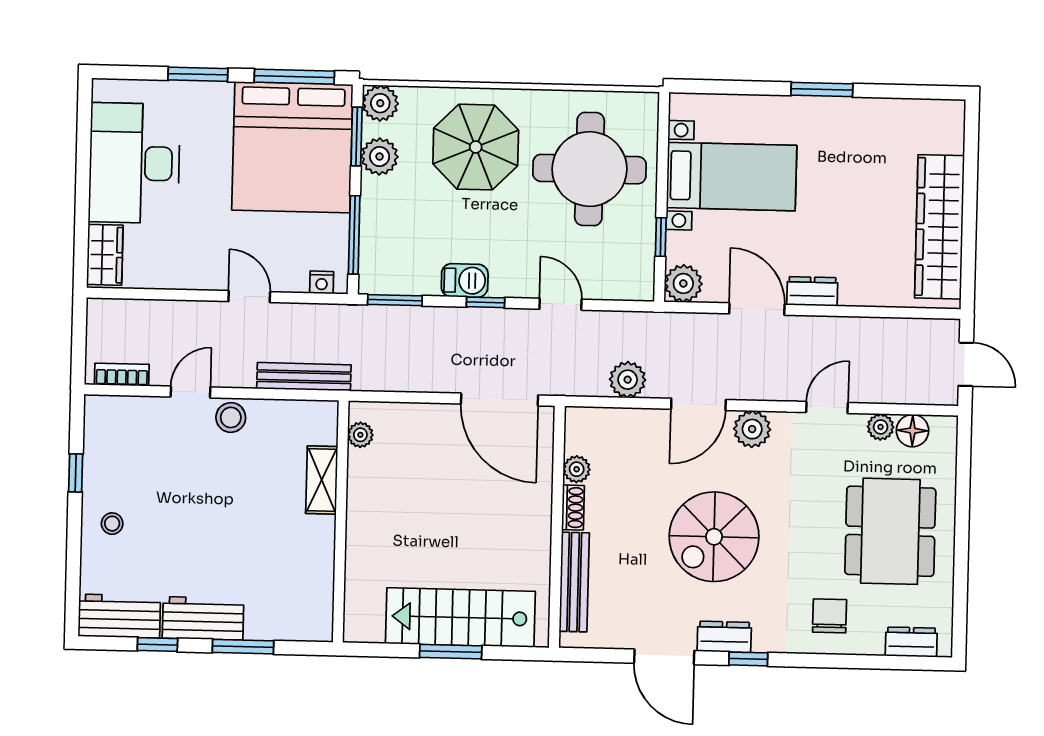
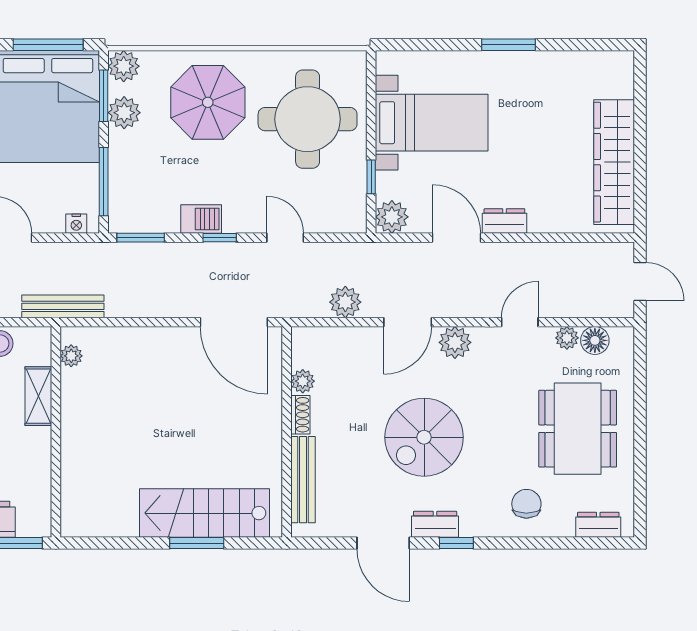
plant: (360, 435) -> (71, 356), moved
shelving: (322, 480) -> (38, 396), moved
wall: (341, 522) -> (56, 432), moved

